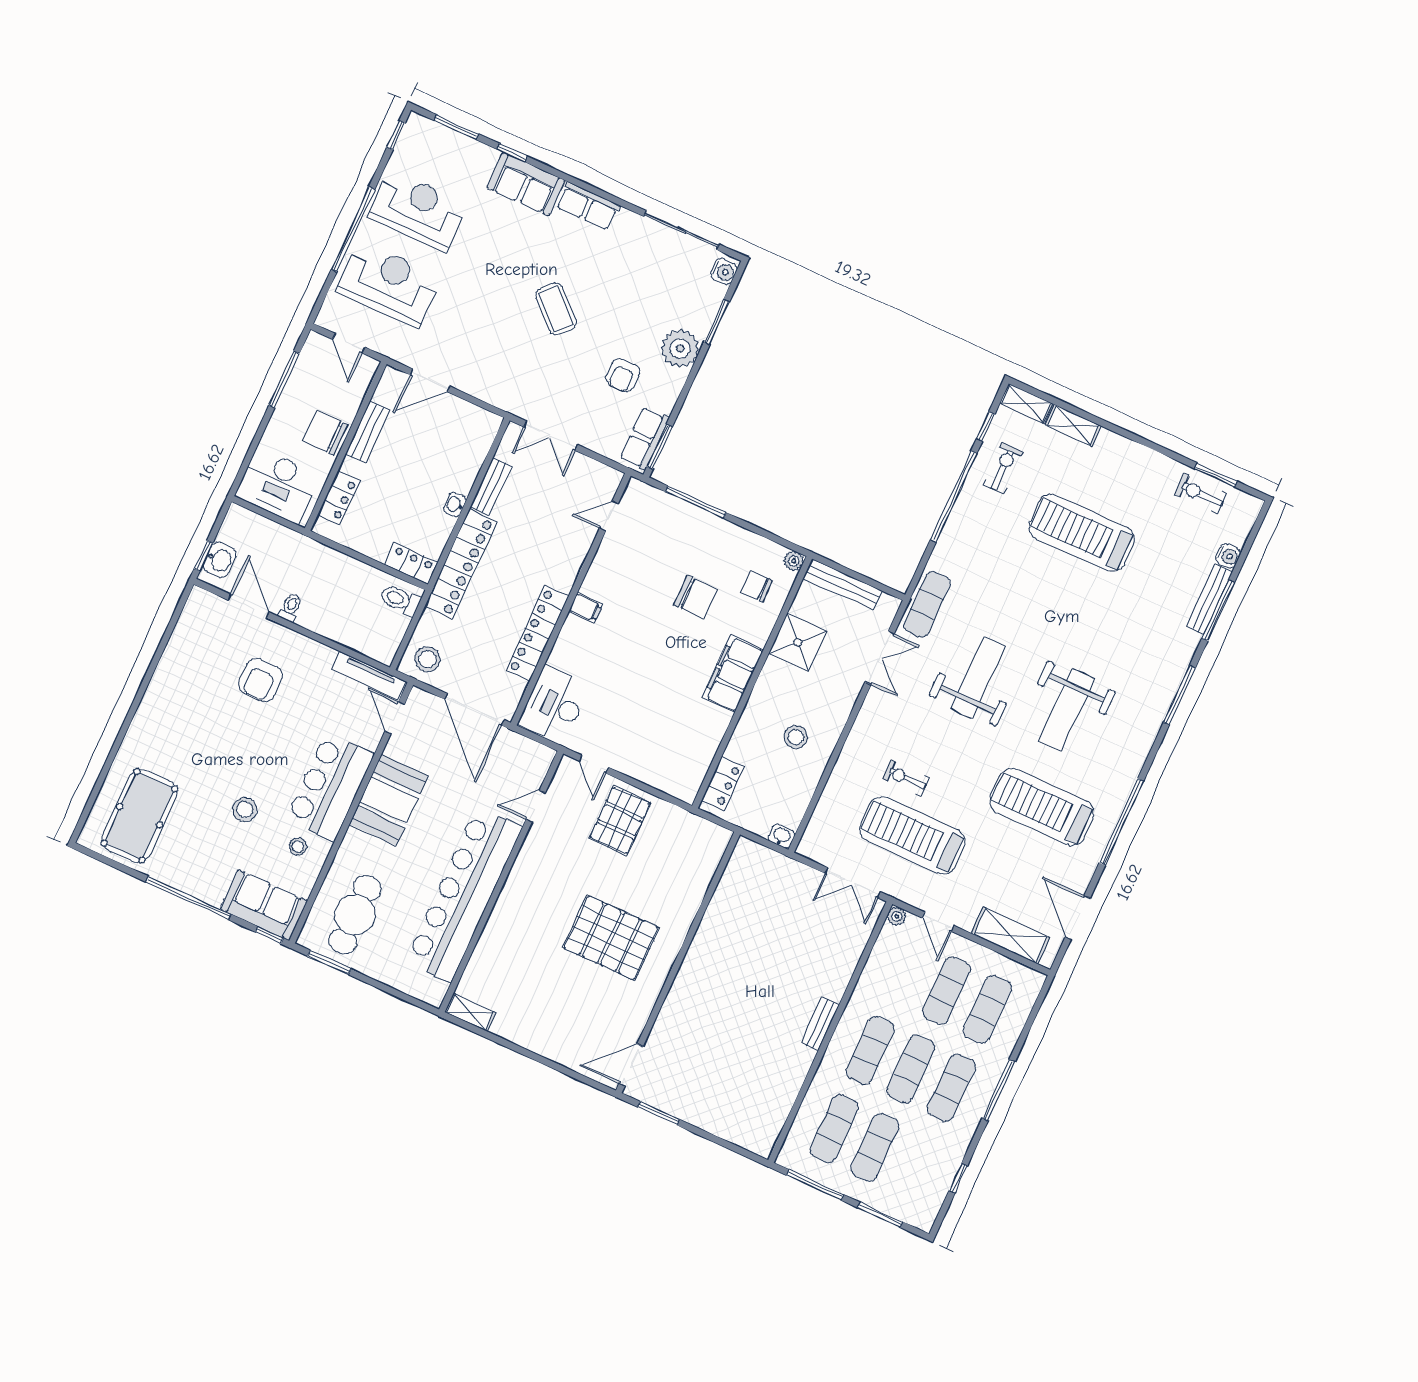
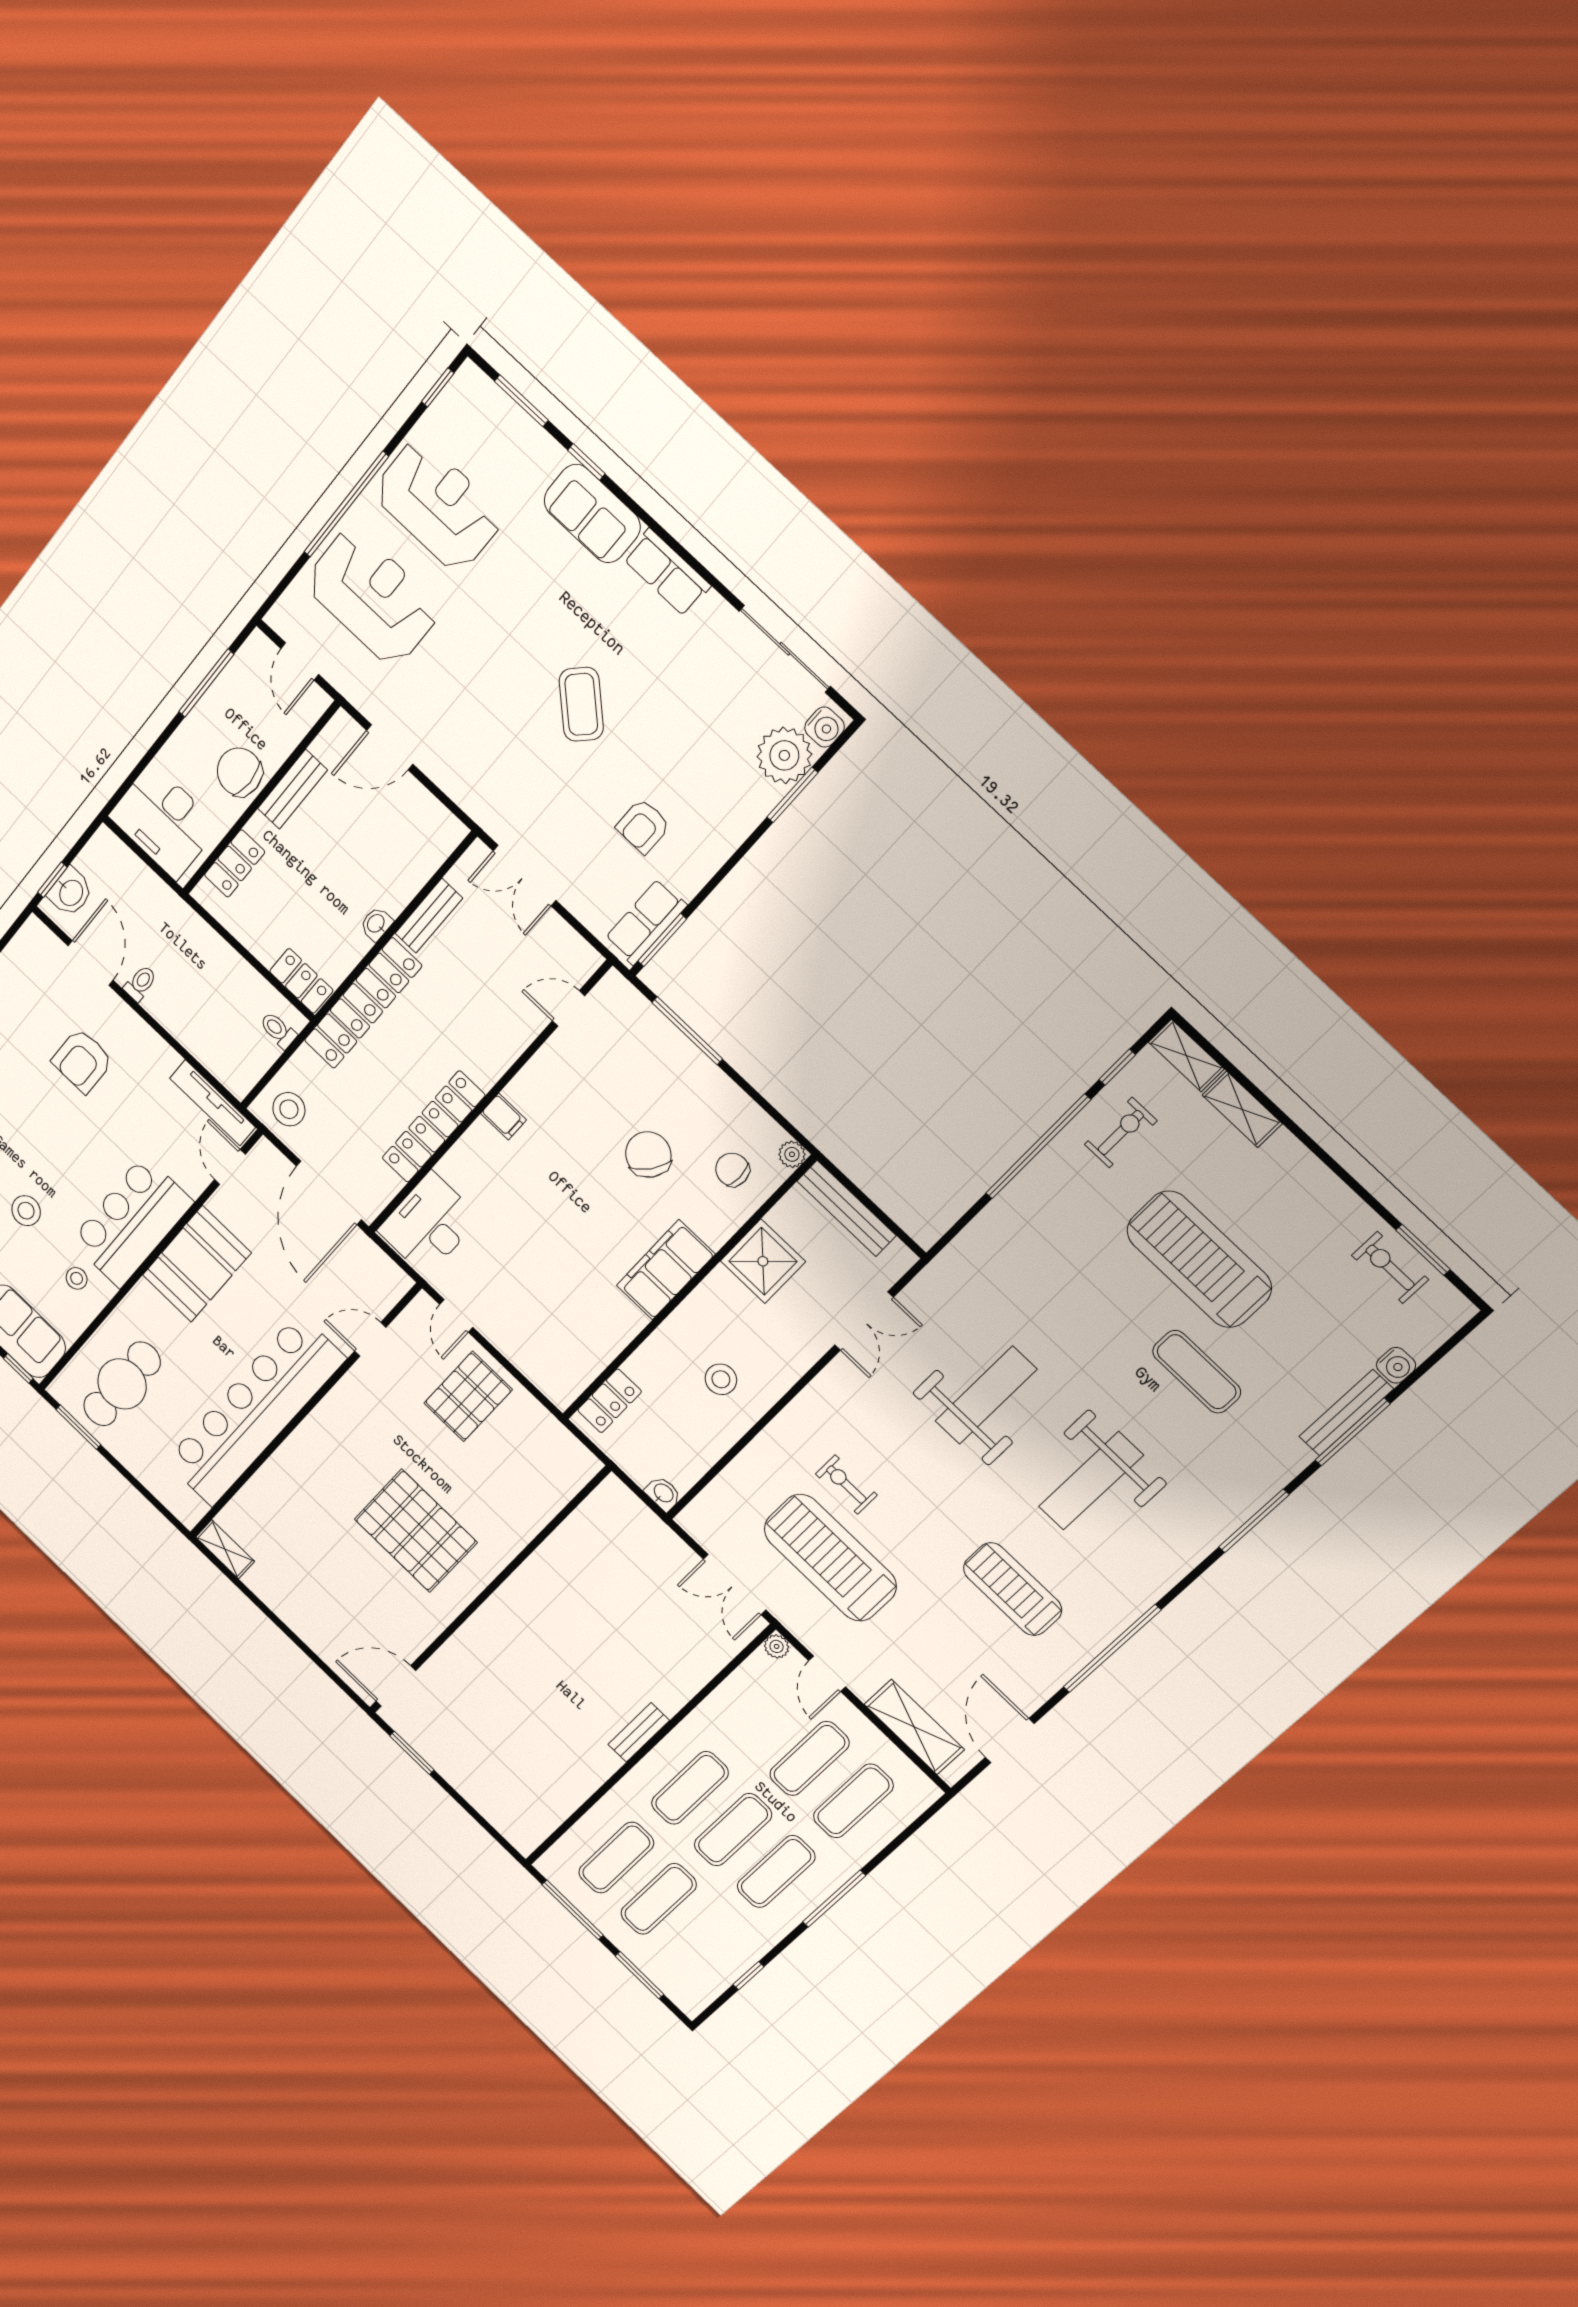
plant: (680, 349) -> (784, 755), moved
chair: (696, 597) -> (648, 1155), turned -144
toilet: (400, 600) -> (278, 1030), width x0.73, depth x0.72
exercise mat: (927, 604) -> (1197, 1372), moved, turned 90
treadmill: (1042, 807) -> (1013, 1589), width x0.73, depth x0.73

